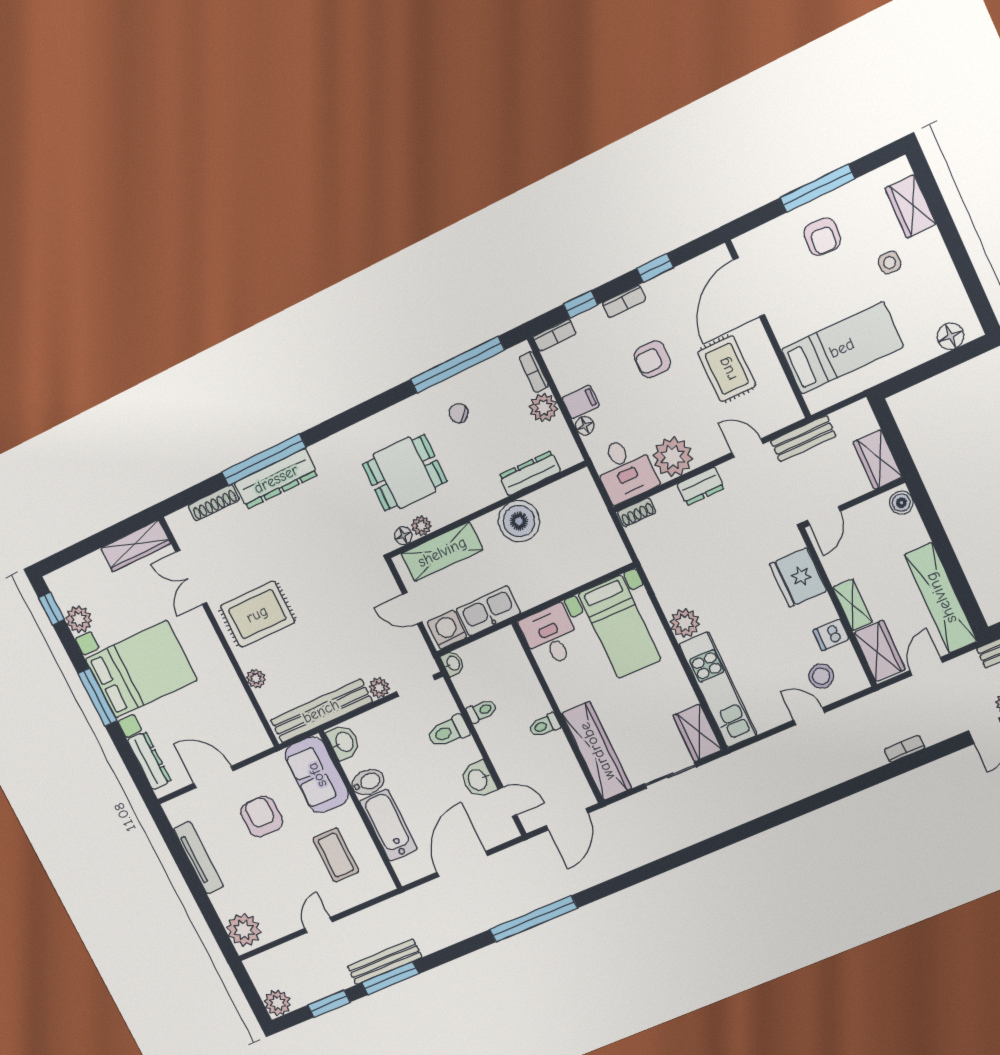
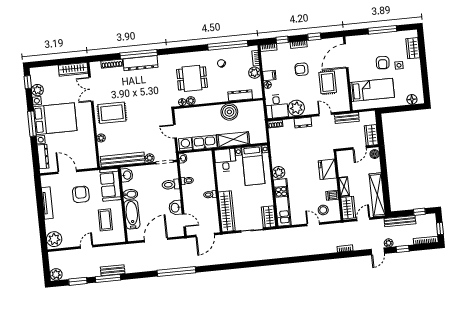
armchair: (822, 237) -> (383, 63), moved
door: (824, 516) -> (360, 148), moved
shelving: (442, 552) -> (233, 139), moved
bench: (385, 962) -> (113, 270), width x0.73

